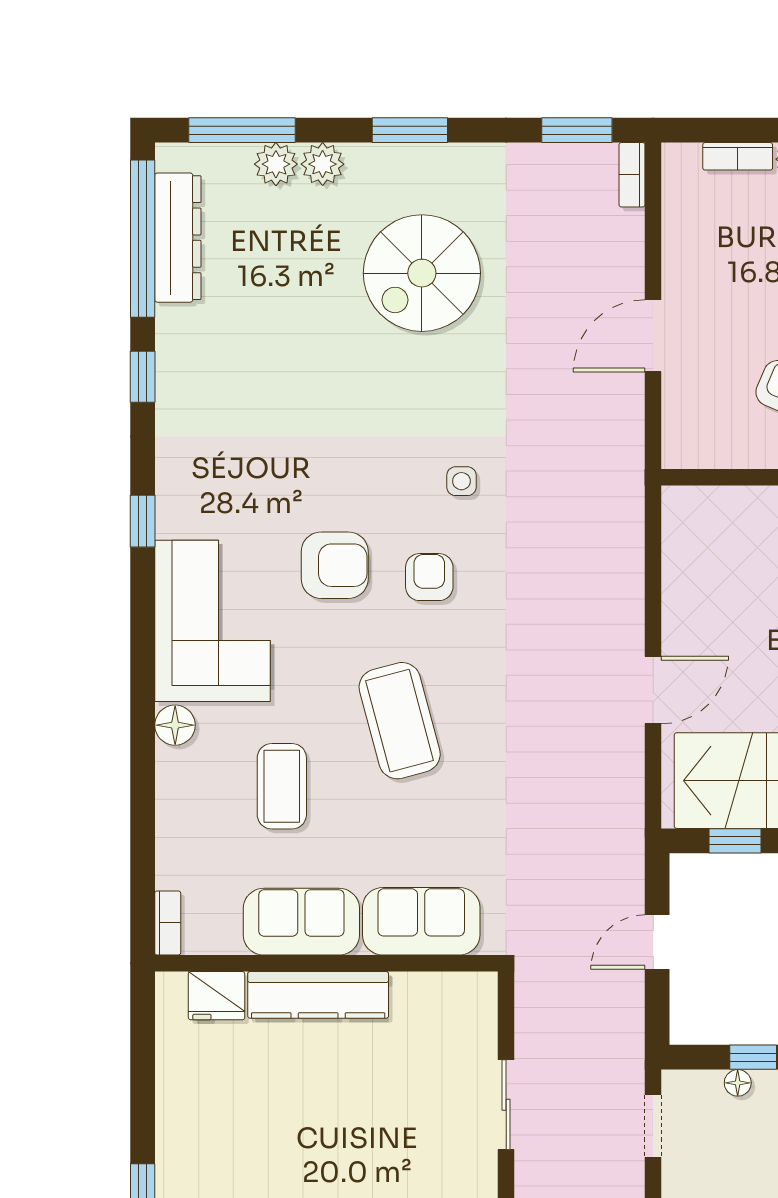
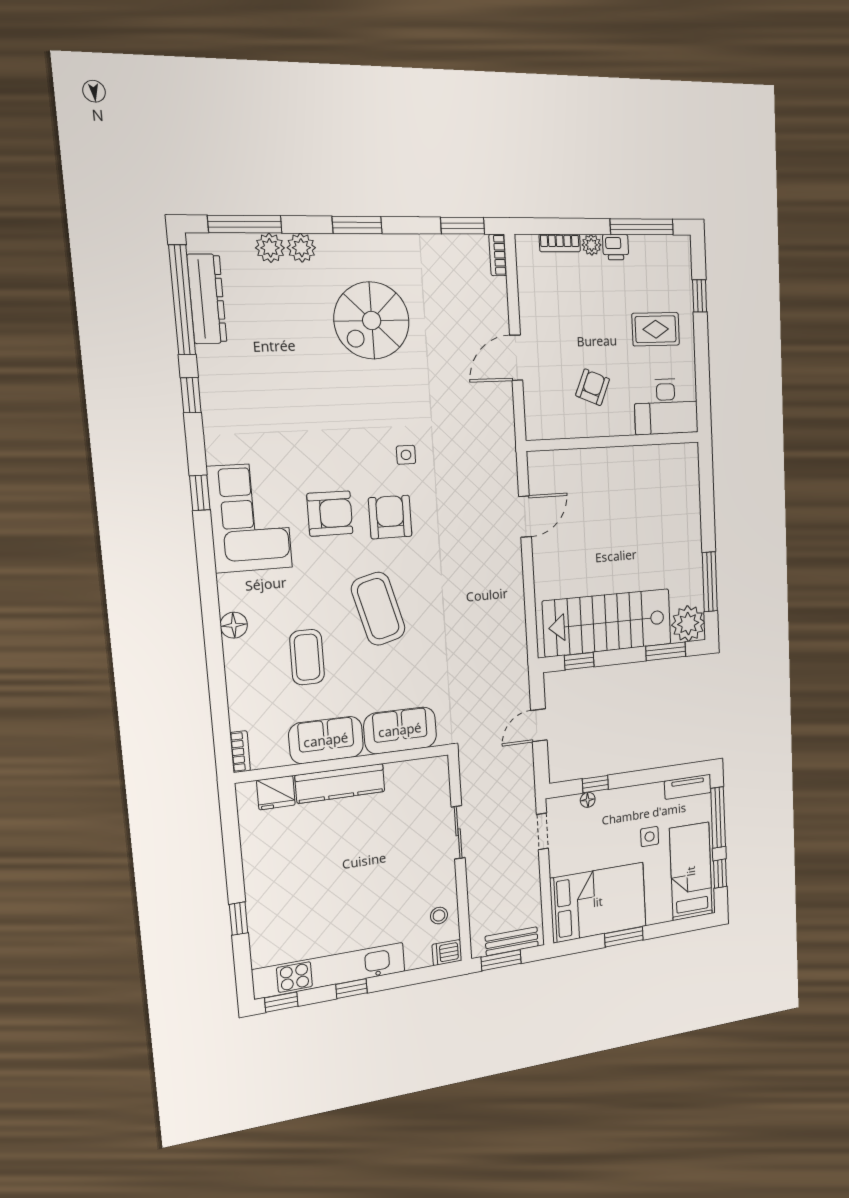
armchair: (429, 577) -> (390, 517), width x1.38, depth x1.38
corner sofa: (213, 621) -> (250, 517), moved
door: (653, 690) -> (525, 517), moved

